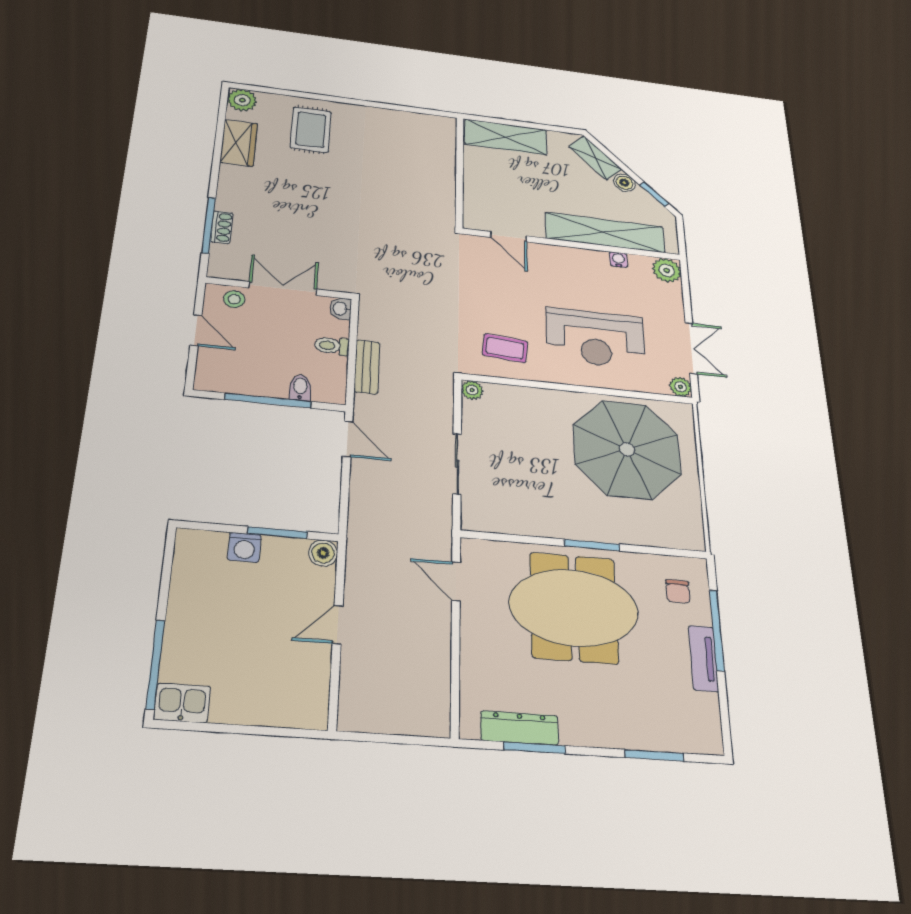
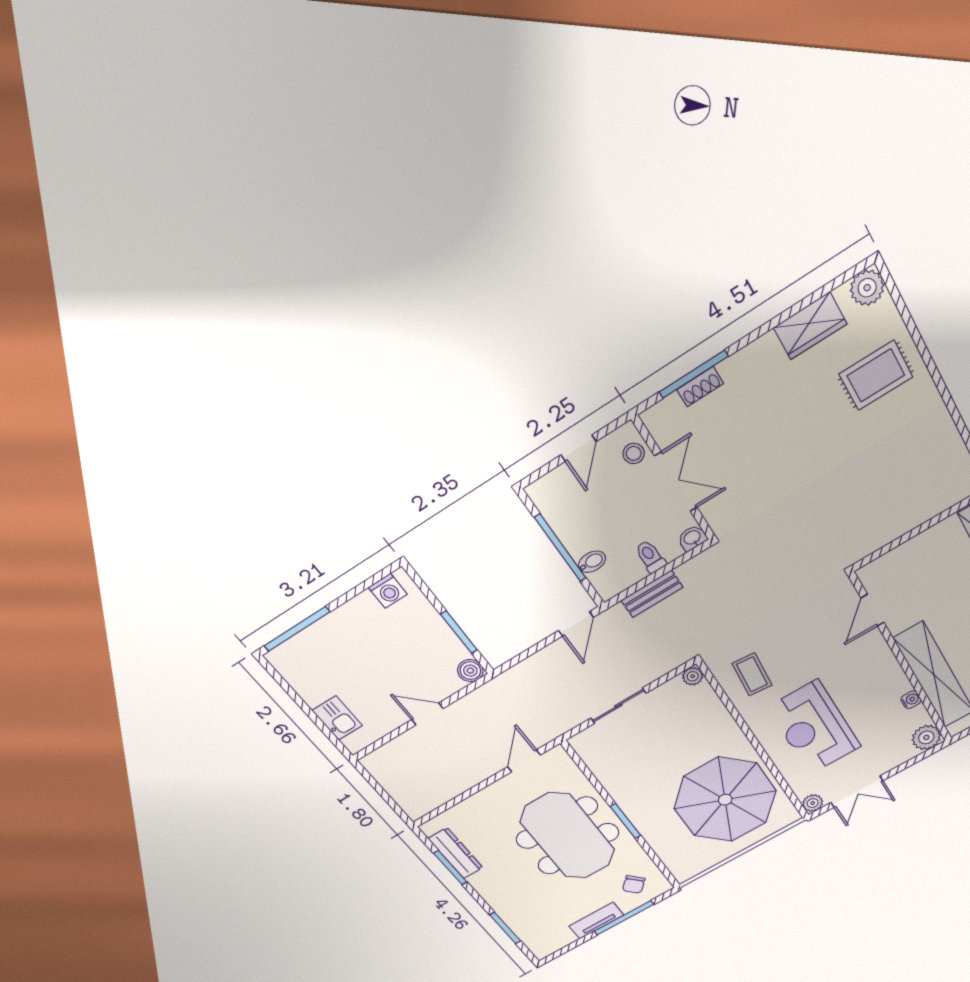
washing machine: (244, 547) -> (388, 591), moved, turned -90
chair: (678, 591) -> (634, 884), turned -44
kitchen sink: (182, 703) -> (337, 718), moved

